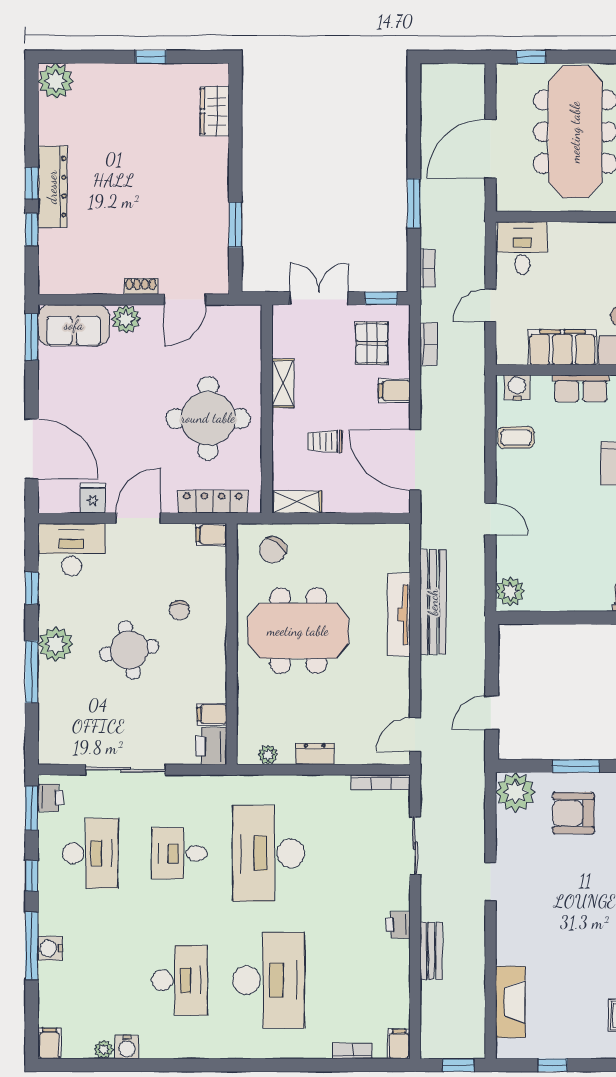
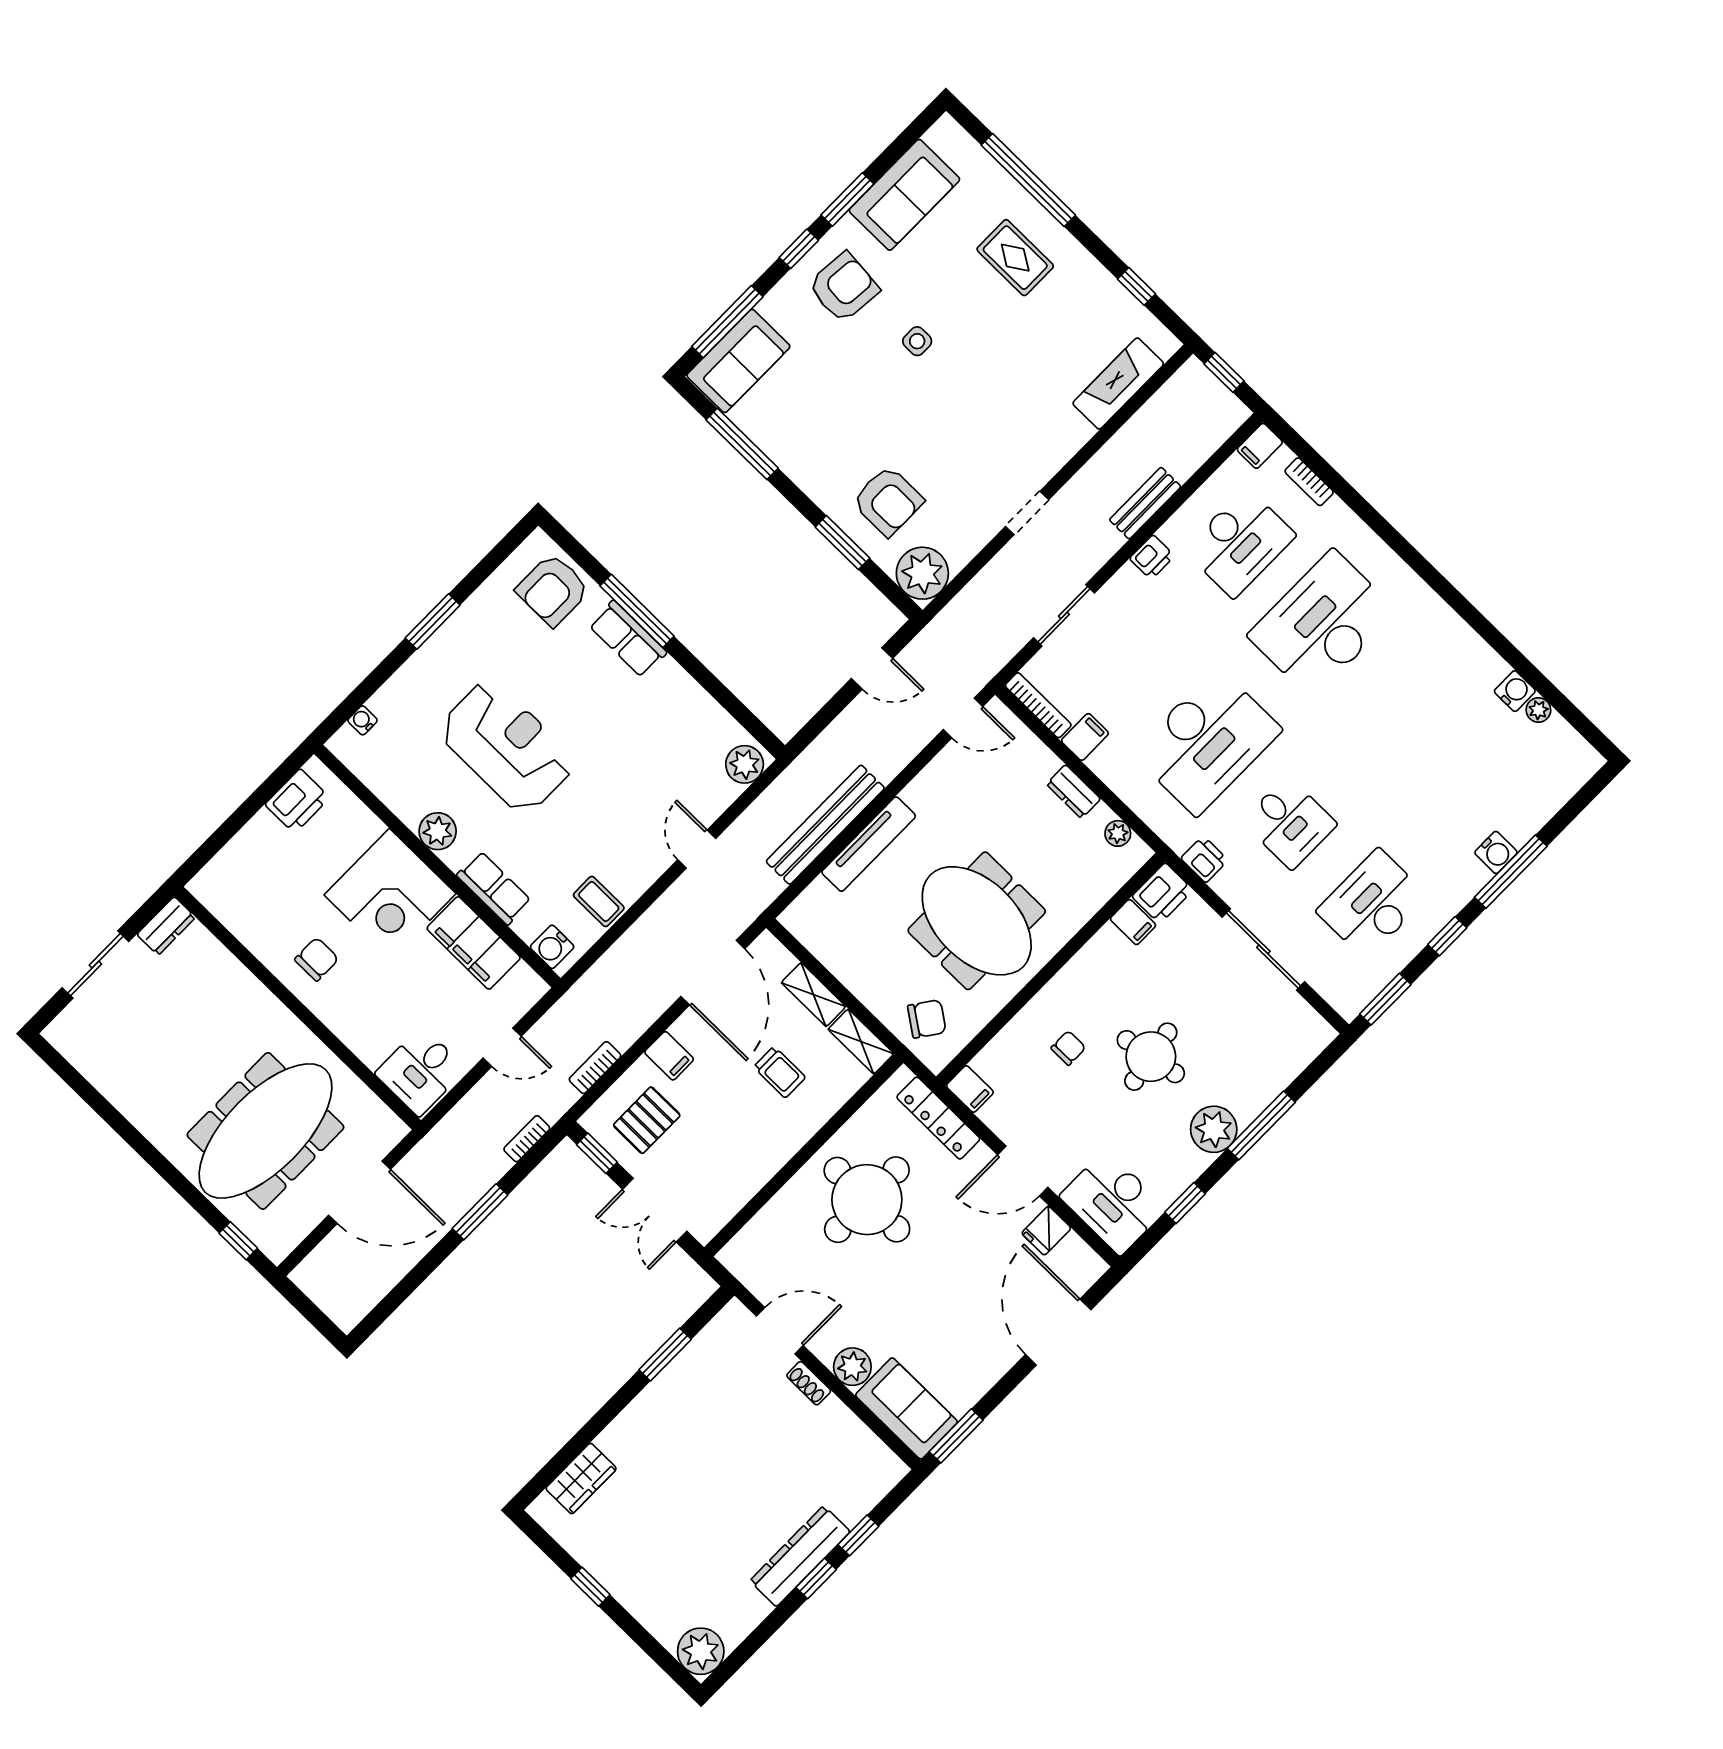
shelving: (283, 383) -> (814, 995), moved, turned 90
printer: (51, 798) -> (1204, 859), moved, turned 90
desk: (179, 980) -> (1240, 543), moved, turned 180
filing cabinet: (49, 1043) -> (1085, 737), moved, turned 180

